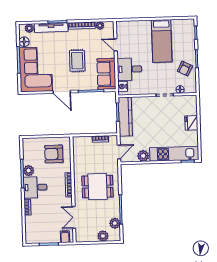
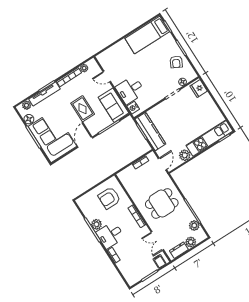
bed: (162, 41) -> (147, 35), moved, turned 90
door: (62, 92) -> (85, 142), swing flipped
fridge: (191, 123) -> (199, 89), moved
dresser: (88, 237) -> (179, 250), added

